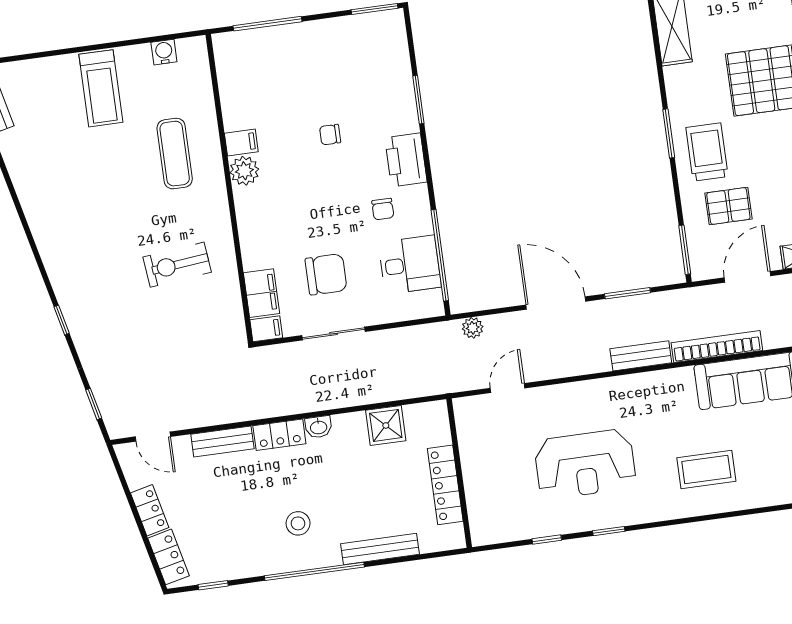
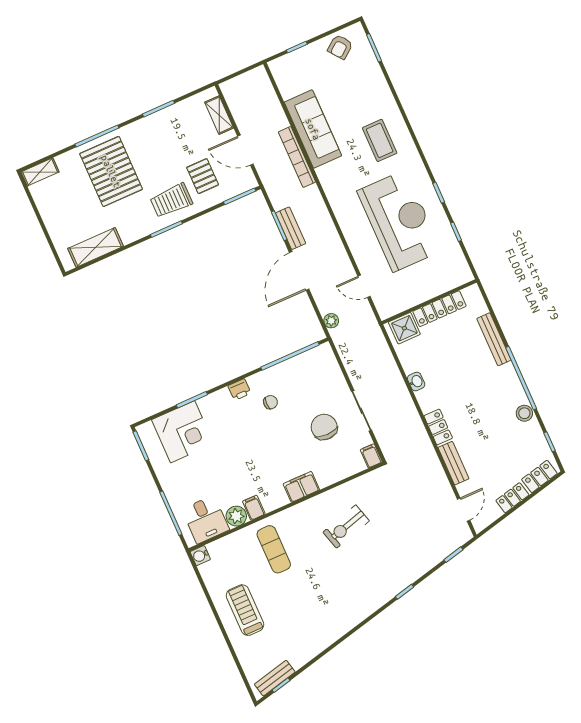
water cooler: (164, 52) -> (200, 556), moved
corner desk: (377, 73) -> (183, 432), added
treadmill: (101, 88) -> (245, 610), turned -90
chair: (330, 135) -> (232, 451), removed
exercise mat: (175, 154) -> (274, 549), turned 90
printer: (406, 160) -> (239, 390), width x0.53, depth x0.68
plant: (244, 171) -> (236, 516), moved
exercise bike: (177, 265) -> (346, 526), turned 80
desk: (410, 265) -> (206, 519), moved, turned 180
filing cabinet: (262, 293) -> (301, 487), moved
bench: (641, 356) -> (291, 228), moved
shower: (386, 425) -> (404, 328), moved
washbasin: (319, 427) -> (416, 382), moved
reception desk: (585, 464) -> (399, 221), width x1.36, depth x1.30
stool: (298, 523) -> (524, 413), moved

